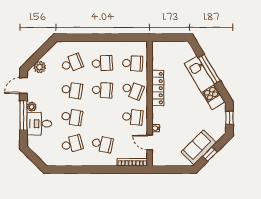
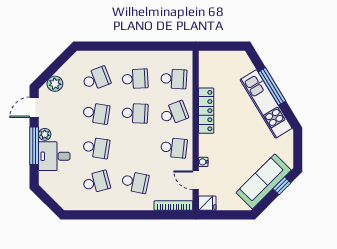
school desk: (133, 90) -> (174, 113), turned -42
window: (229, 118) -> (298, 149), removed
sofa: (199, 147) -> (264, 181), width x1.36
window: (210, 154) -> (282, 186), moved
fridge: (159, 160) -> (207, 203), added

